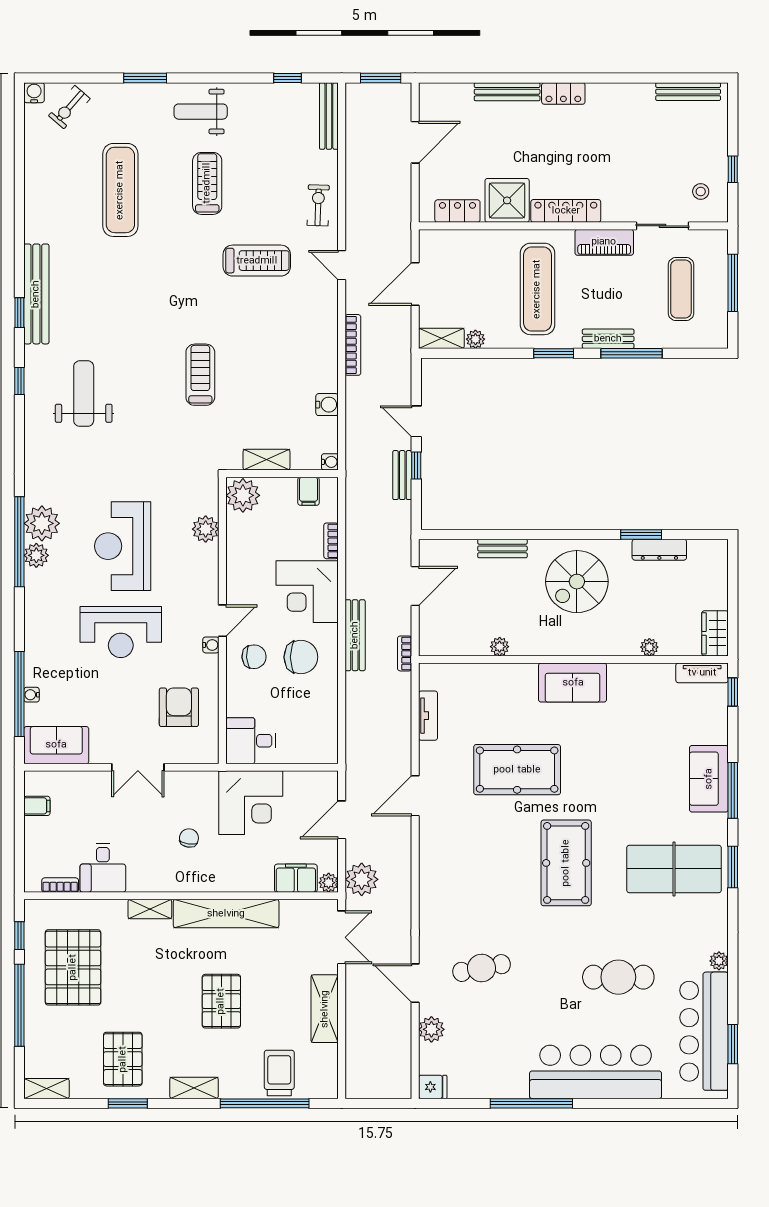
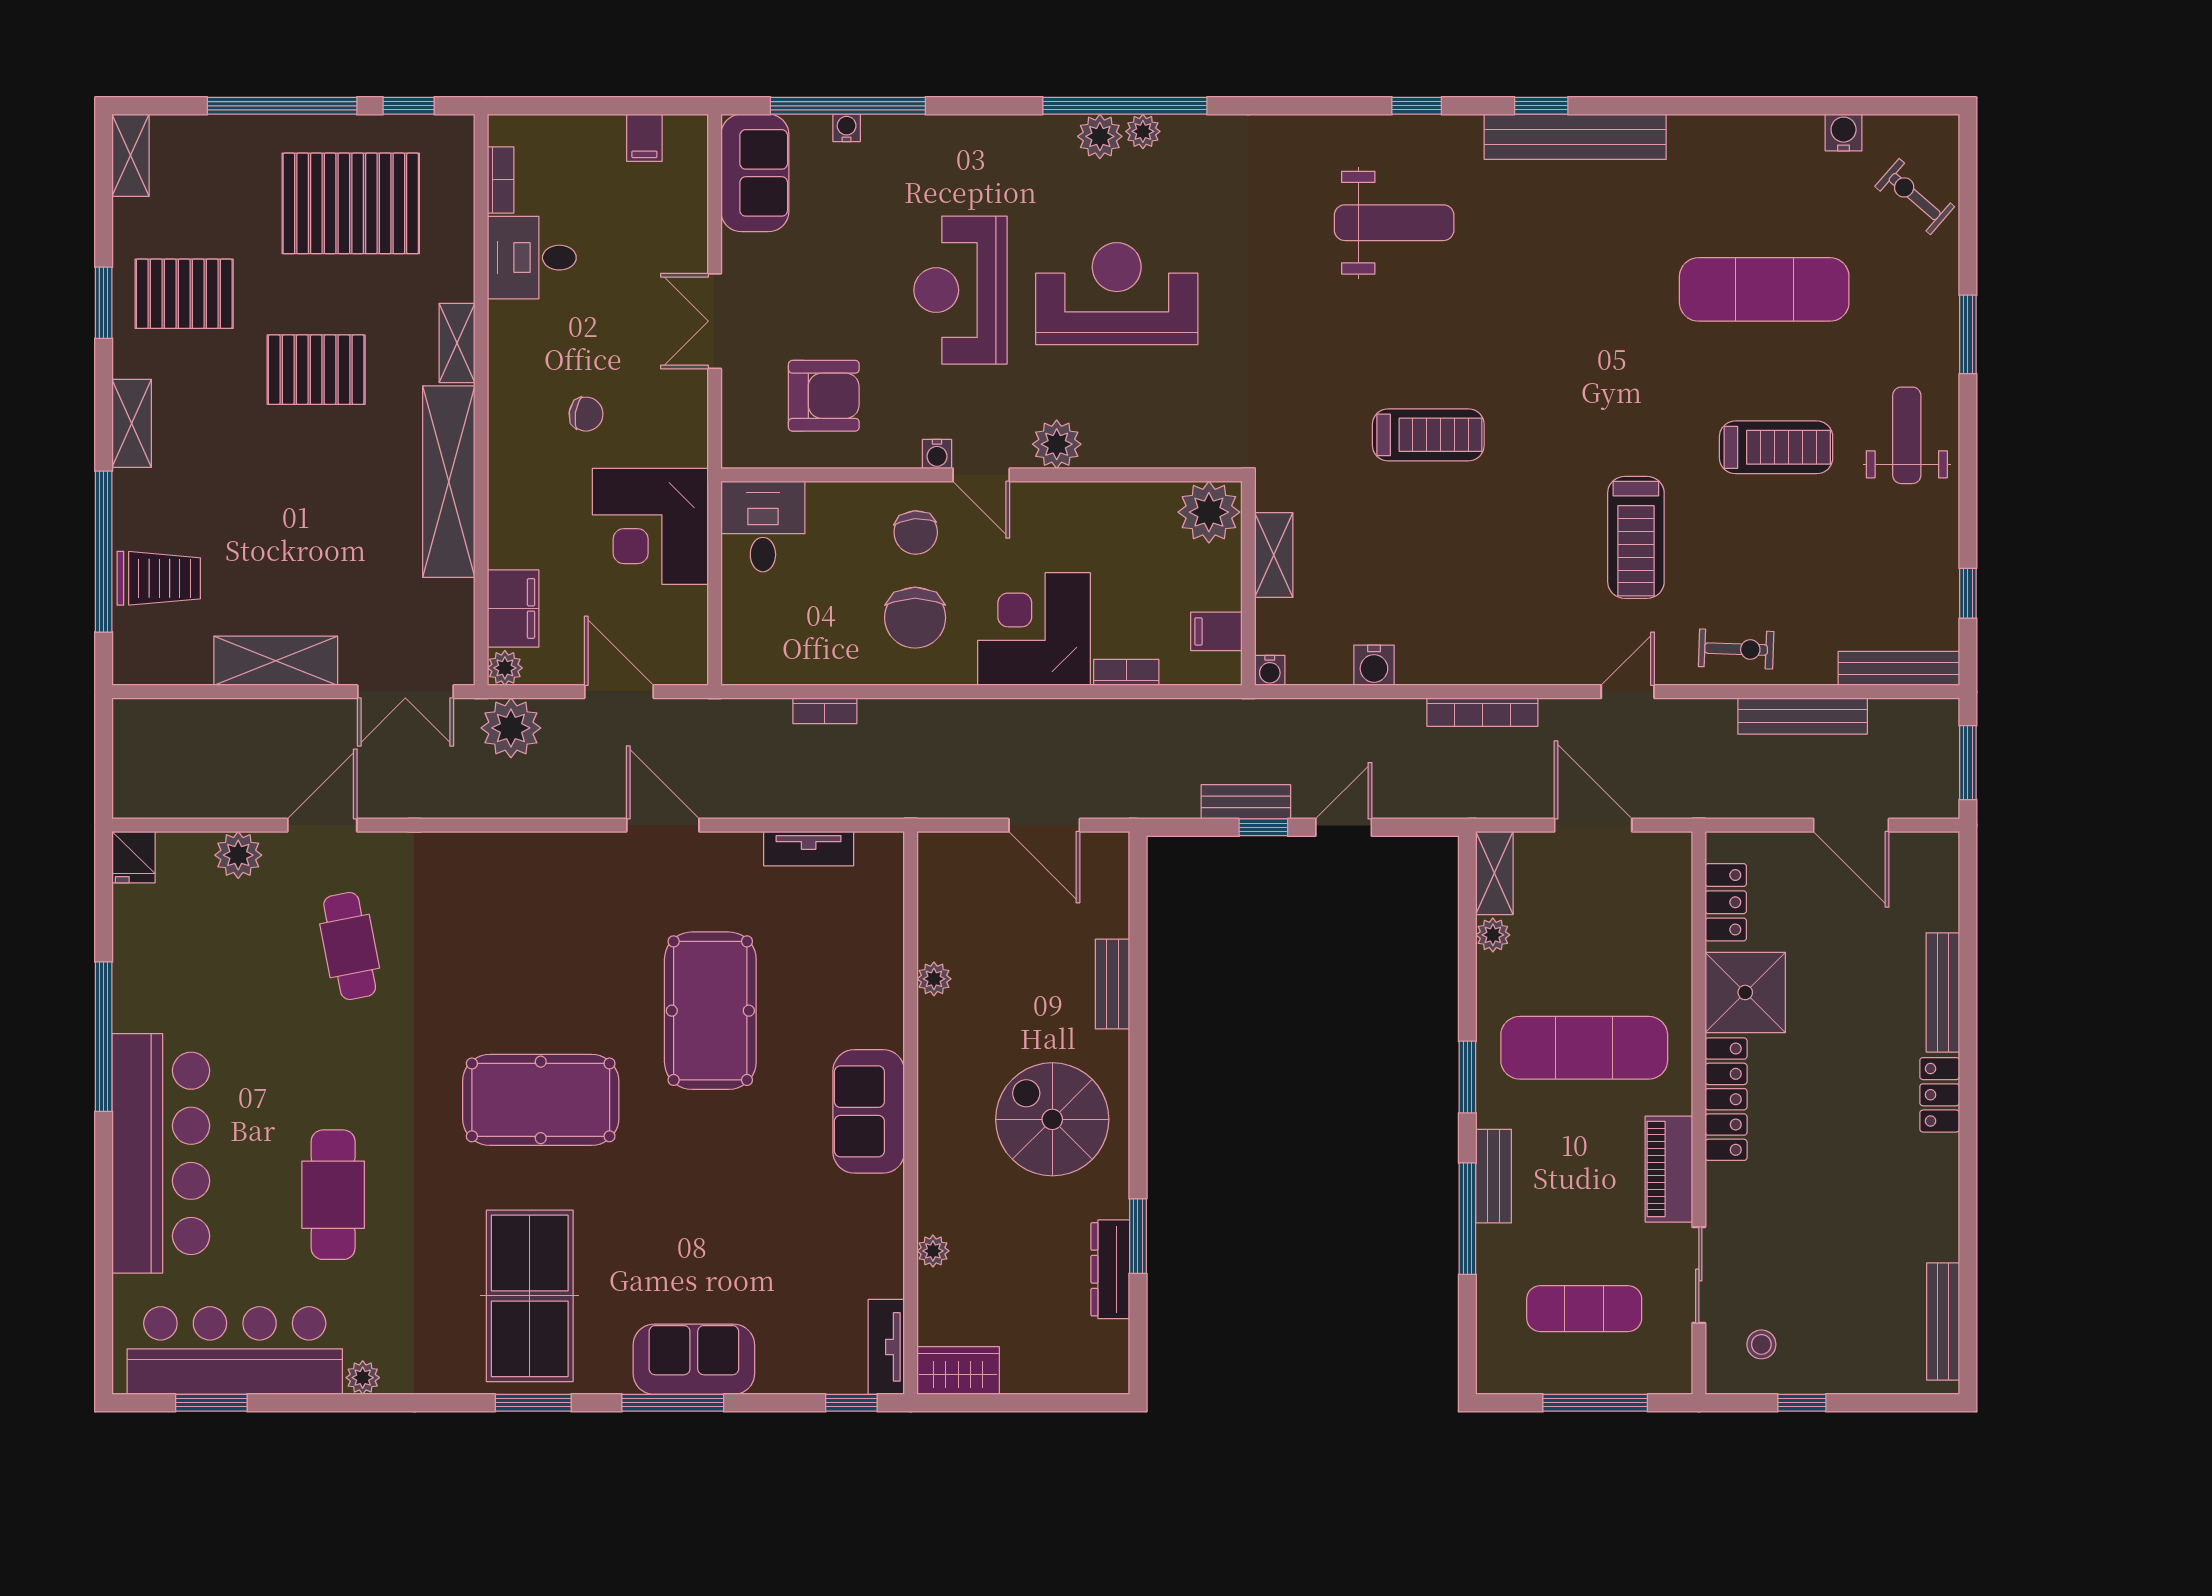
water cooler: (34, 93) -> (1844, 133), moved, turned -90
plant: (42, 523) -> (1143, 131), width x0.53, depth x0.53
plant: (206, 529) -> (1057, 444), moved
bench: (355, 635) -> (1803, 716), moved
bookcase: (405, 653) -> (825, 711), moved, turned 180
pallet: (221, 1001) -> (316, 370), moved

